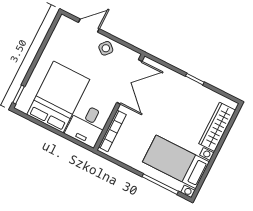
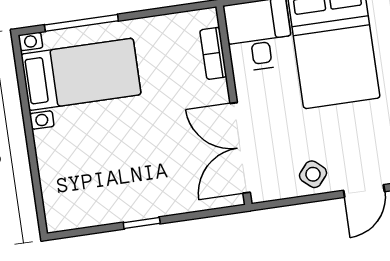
wardrobe: (217, 127) -> (55, 173), removed
bookcase: (112, 131) -> (213, 53), width x0.64

